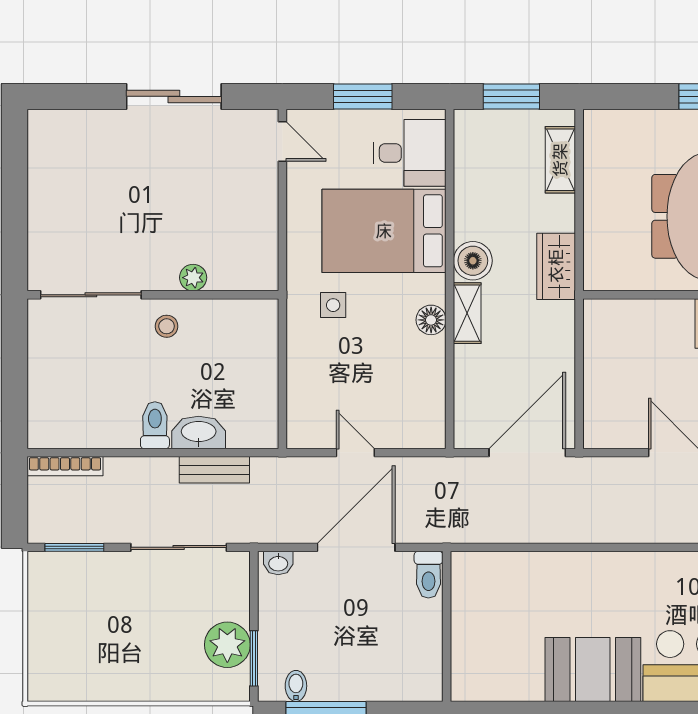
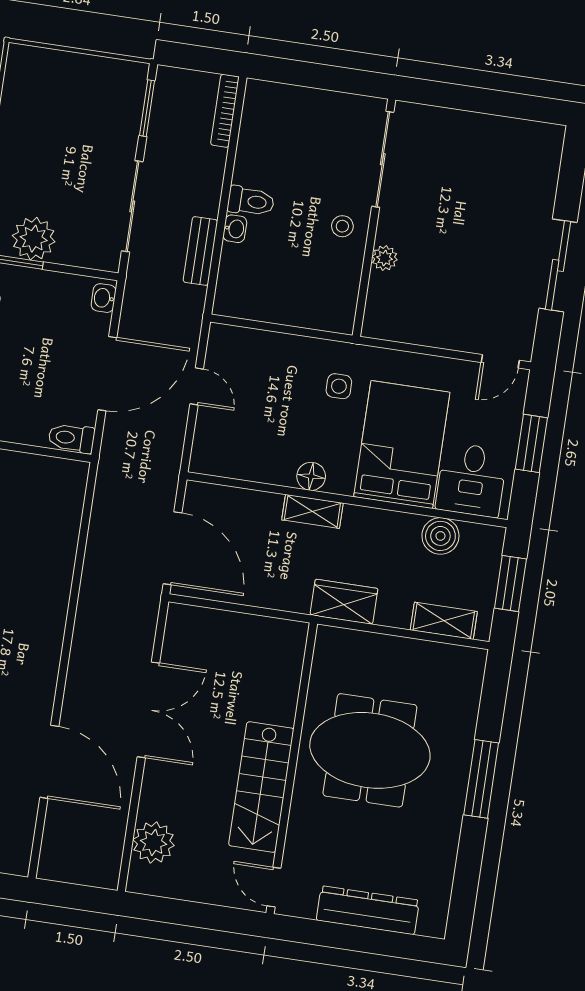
boiler: (473, 261) -> (440, 536), moved
washbasin: (199, 432) -> (235, 229), width x0.52, depth x0.69
door: (355, 453) -> (197, 386), hinge flipped
door: (356, 547) -> (107, 374), hinge flipped

